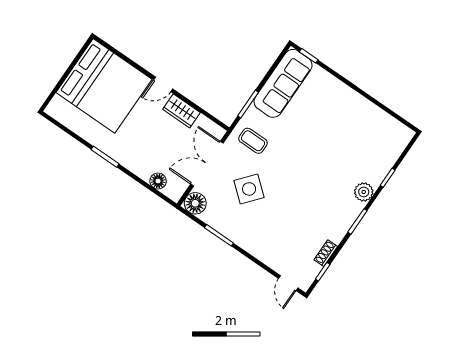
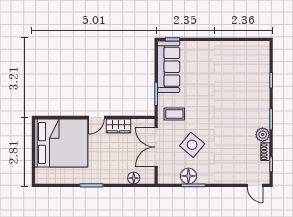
plant: (364, 192) -> (263, 135), moved
floor lamp: (195, 203) -> (188, 176), moved

